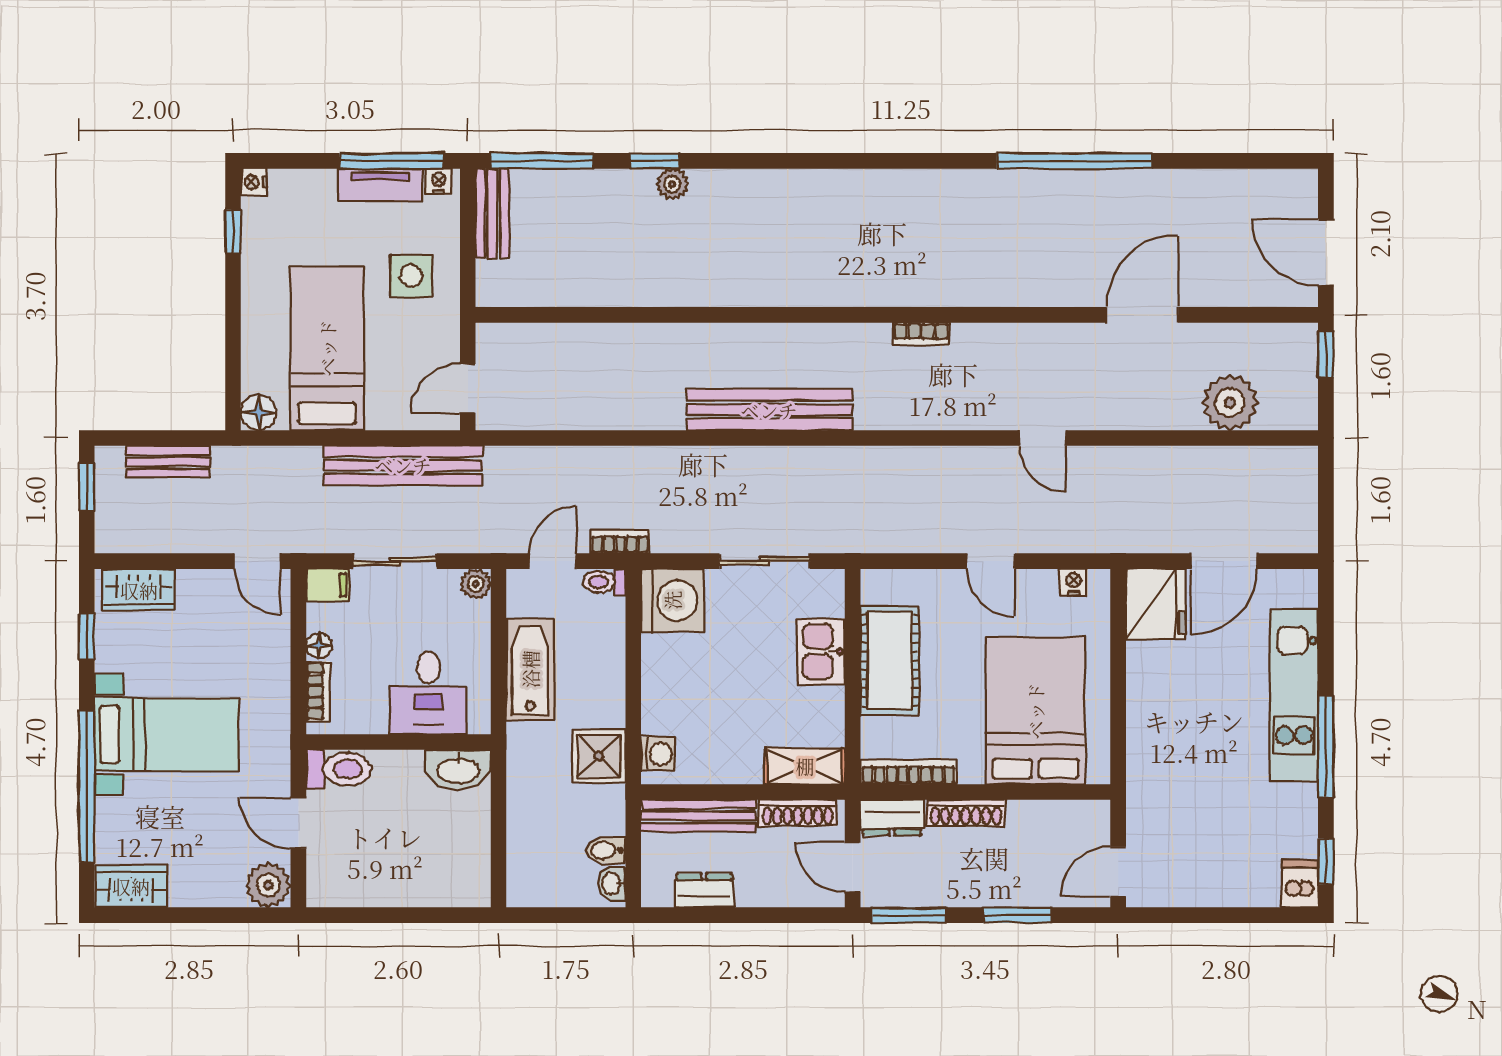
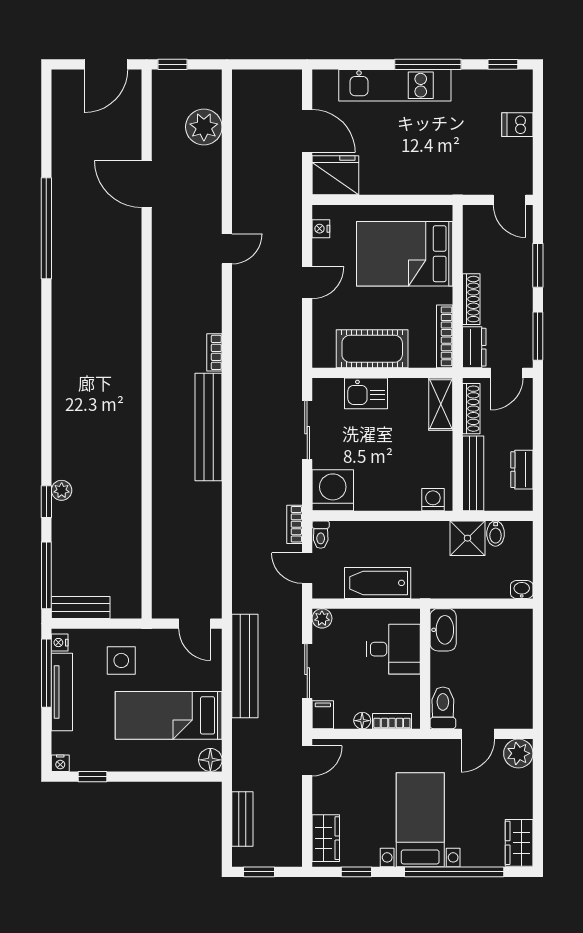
tv unit: (380, 185) -> (62, 692), width x1.41
bookcase: (921, 334) -> (214, 352), moved, turned 180
shower: (599, 756) -> (467, 538), moved
washbasin: (612, 884) -> (522, 590), moved, turned 180
dishwasher: (1300, 884) -> (517, 125), moved

